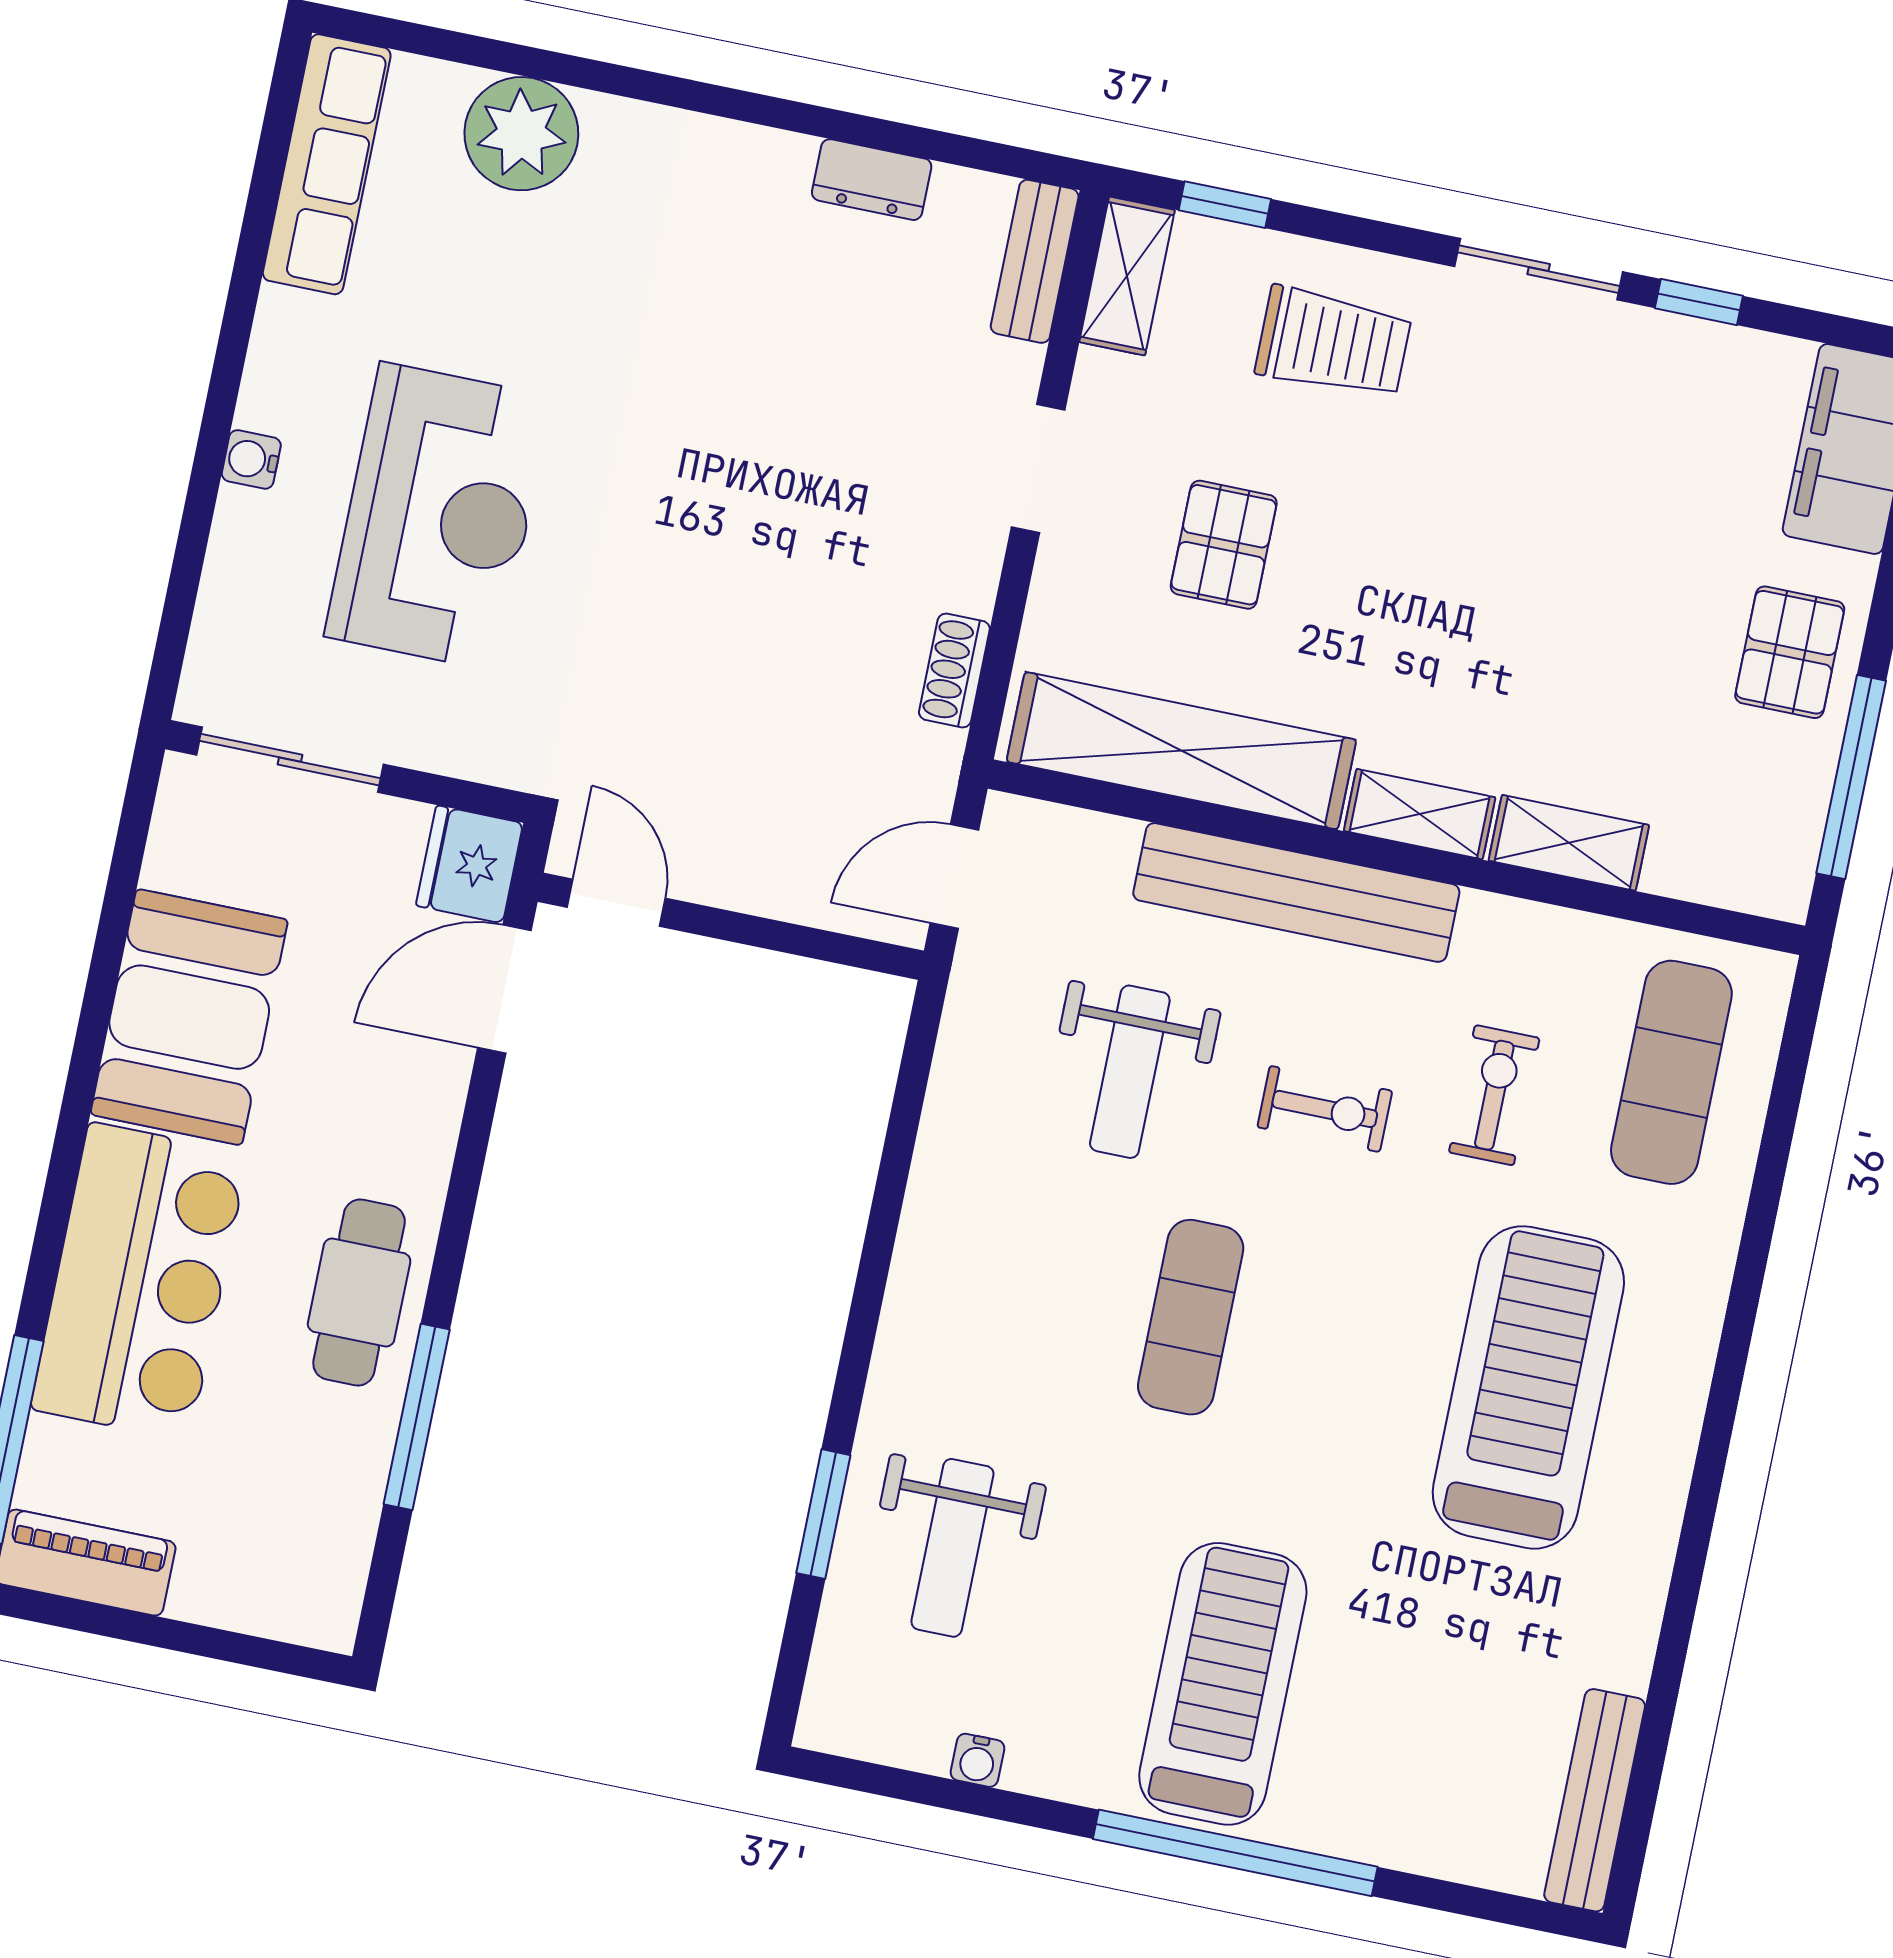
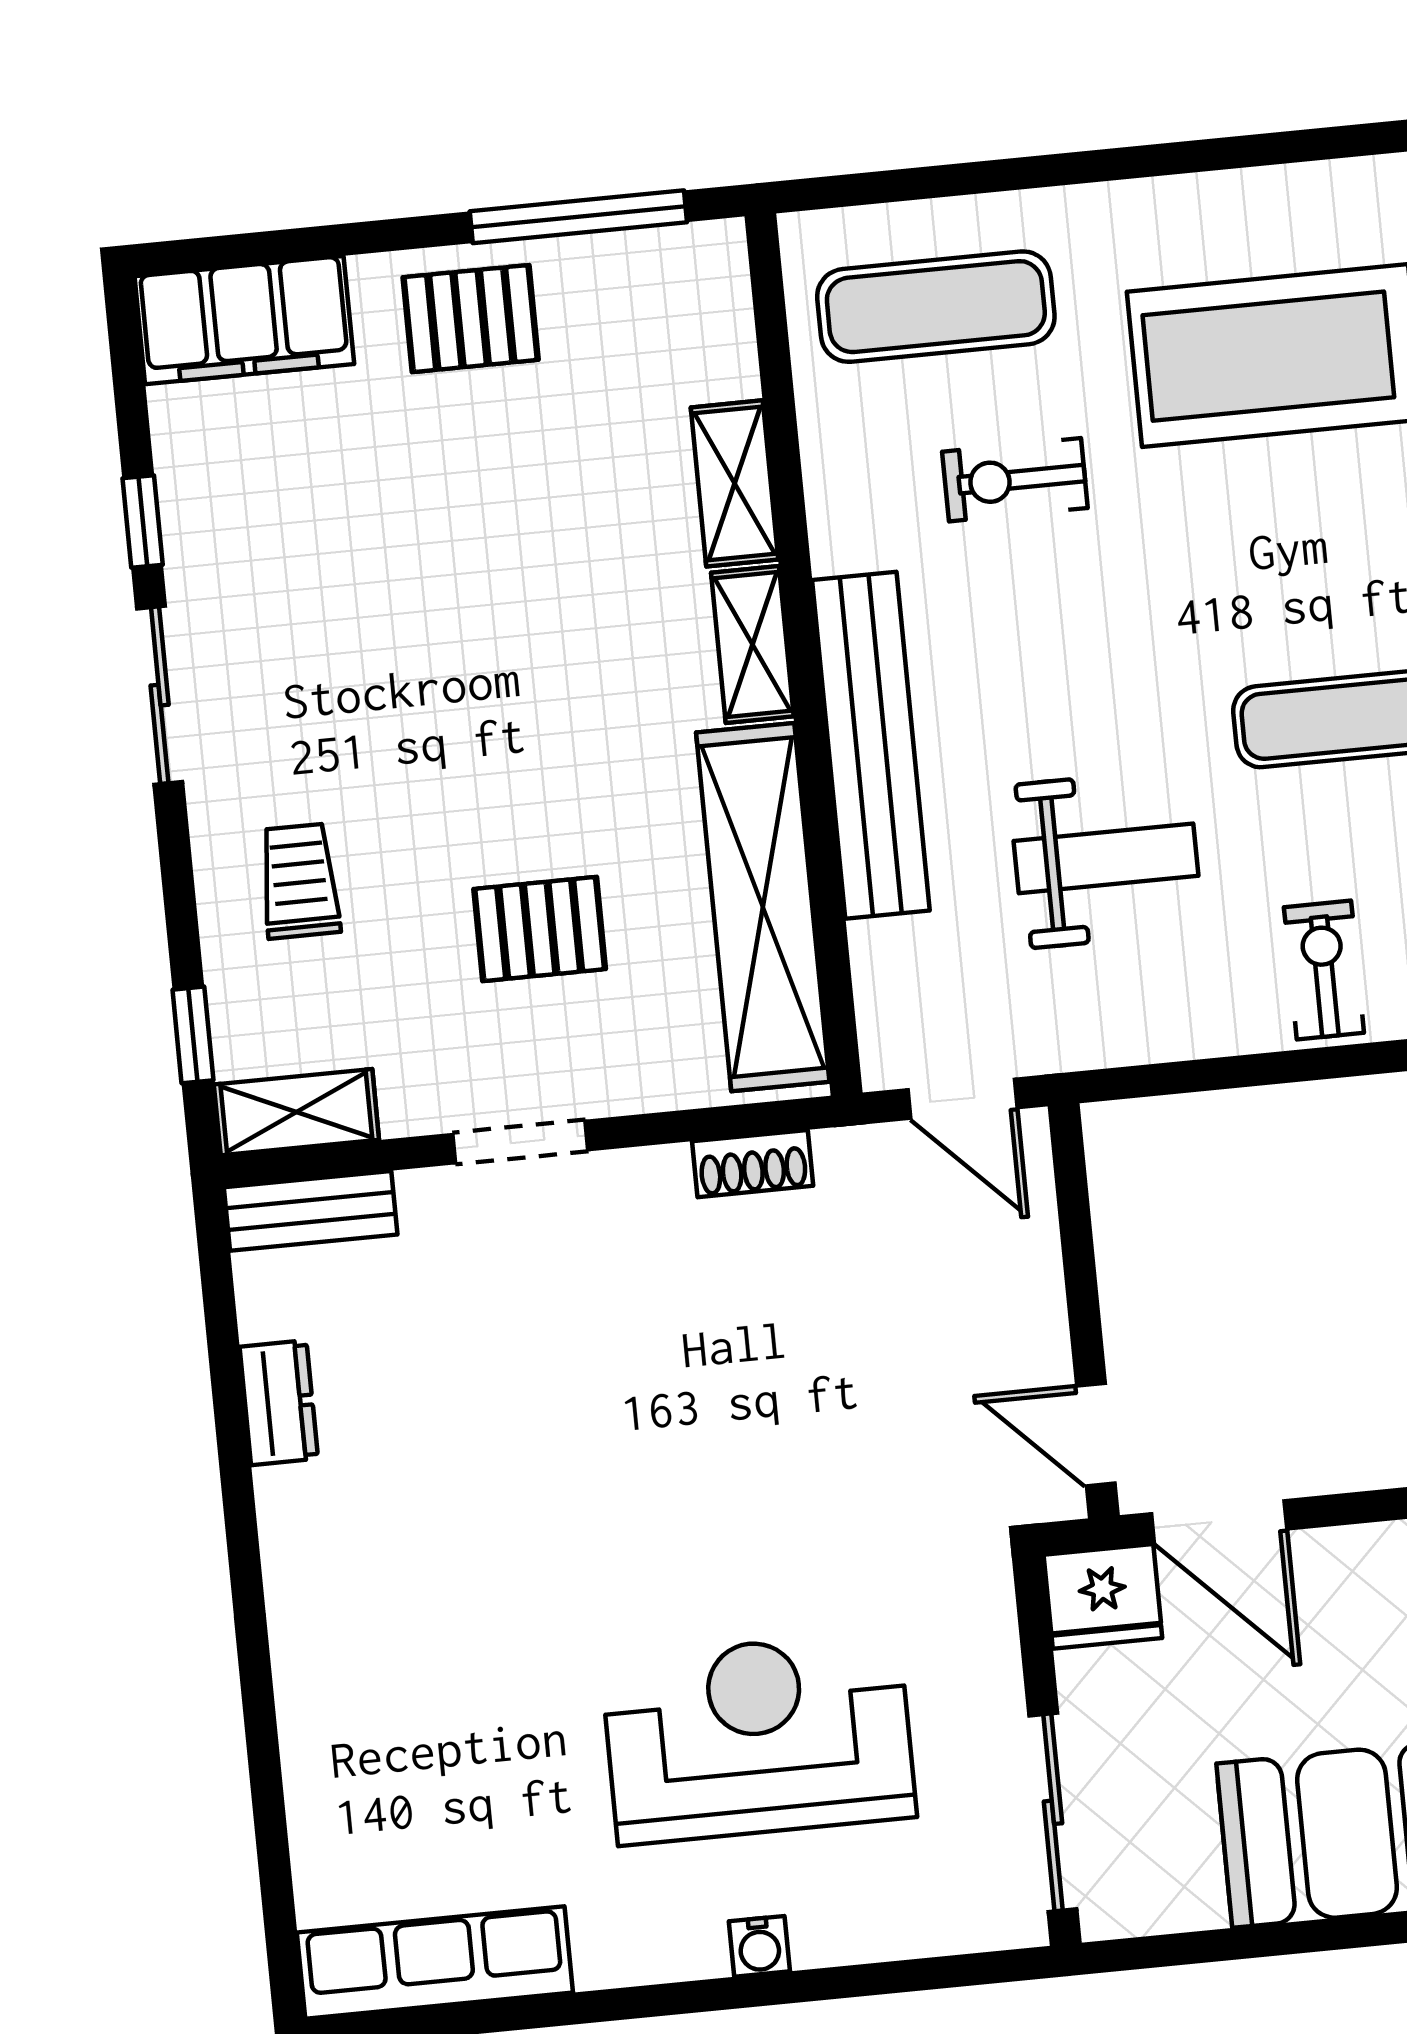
plant: (521, 134) -> (342, 1774), removed
trolley: (1333, 343) -> (299, 881), width x0.73, depth x0.72
door: (616, 903) -> (1096, 1435), hinge flipped
exercise bike: (1325, 1109) -> (1324, 970), moved

